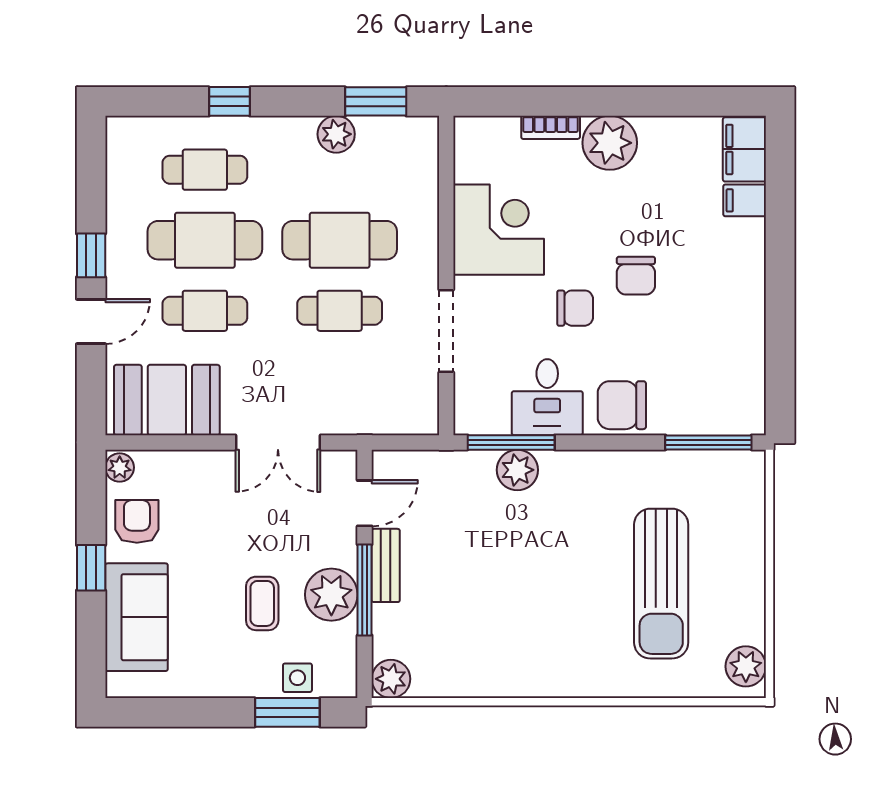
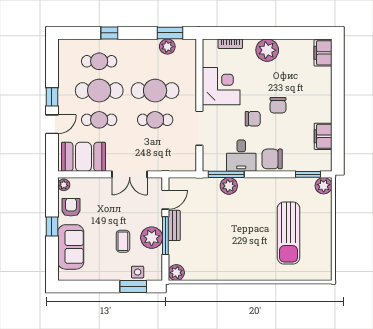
bookcase: (551, 127) -> (230, 44), moved
plant: (336, 134) -> (167, 47), moved
filing cabinet: (745, 200) -> (323, 136), moved, width x2.00
window: (708, 442) -> (308, 174), width x0.69
plant: (746, 666) -> (324, 186), moved

